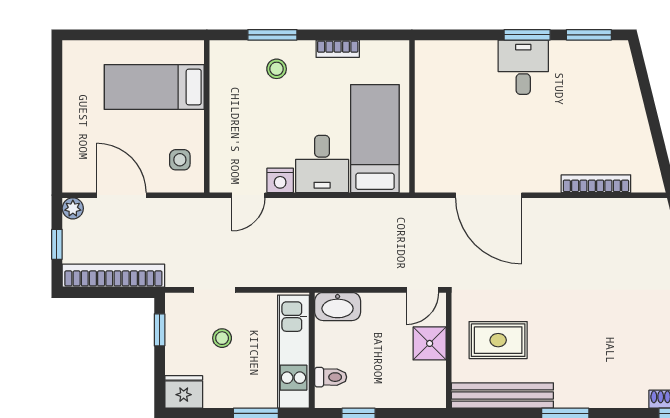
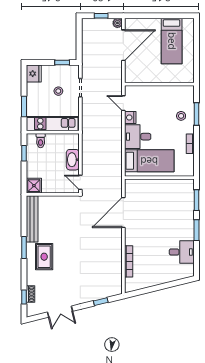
window: (589, 35) -> (197, 200), moved
desk: (523, 67) -> (182, 252), moved
bed: (154, 87) -> (172, 41), moved, turned 180
side table: (180, 160) -> (140, 72), removed
door: (121, 195) -> (123, 45), width x1.36
bookcase: (113, 276) -> (87, 42), removed
washbasin: (338, 307) -> (73, 160), moved
rug: (498, 340) -> (44, 257), moved
shower: (430, 343) -> (34, 186), moved

